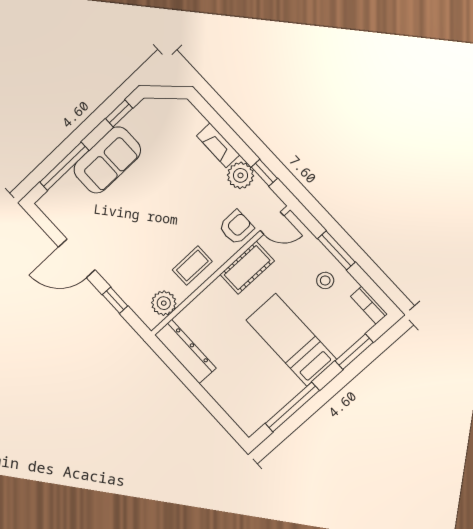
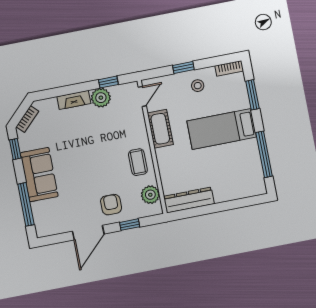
bookcase: (162, 105) -> (27, 119), added
armchair: (236, 227) -> (111, 205), moved
window: (336, 250) -> (183, 68), width x0.67

